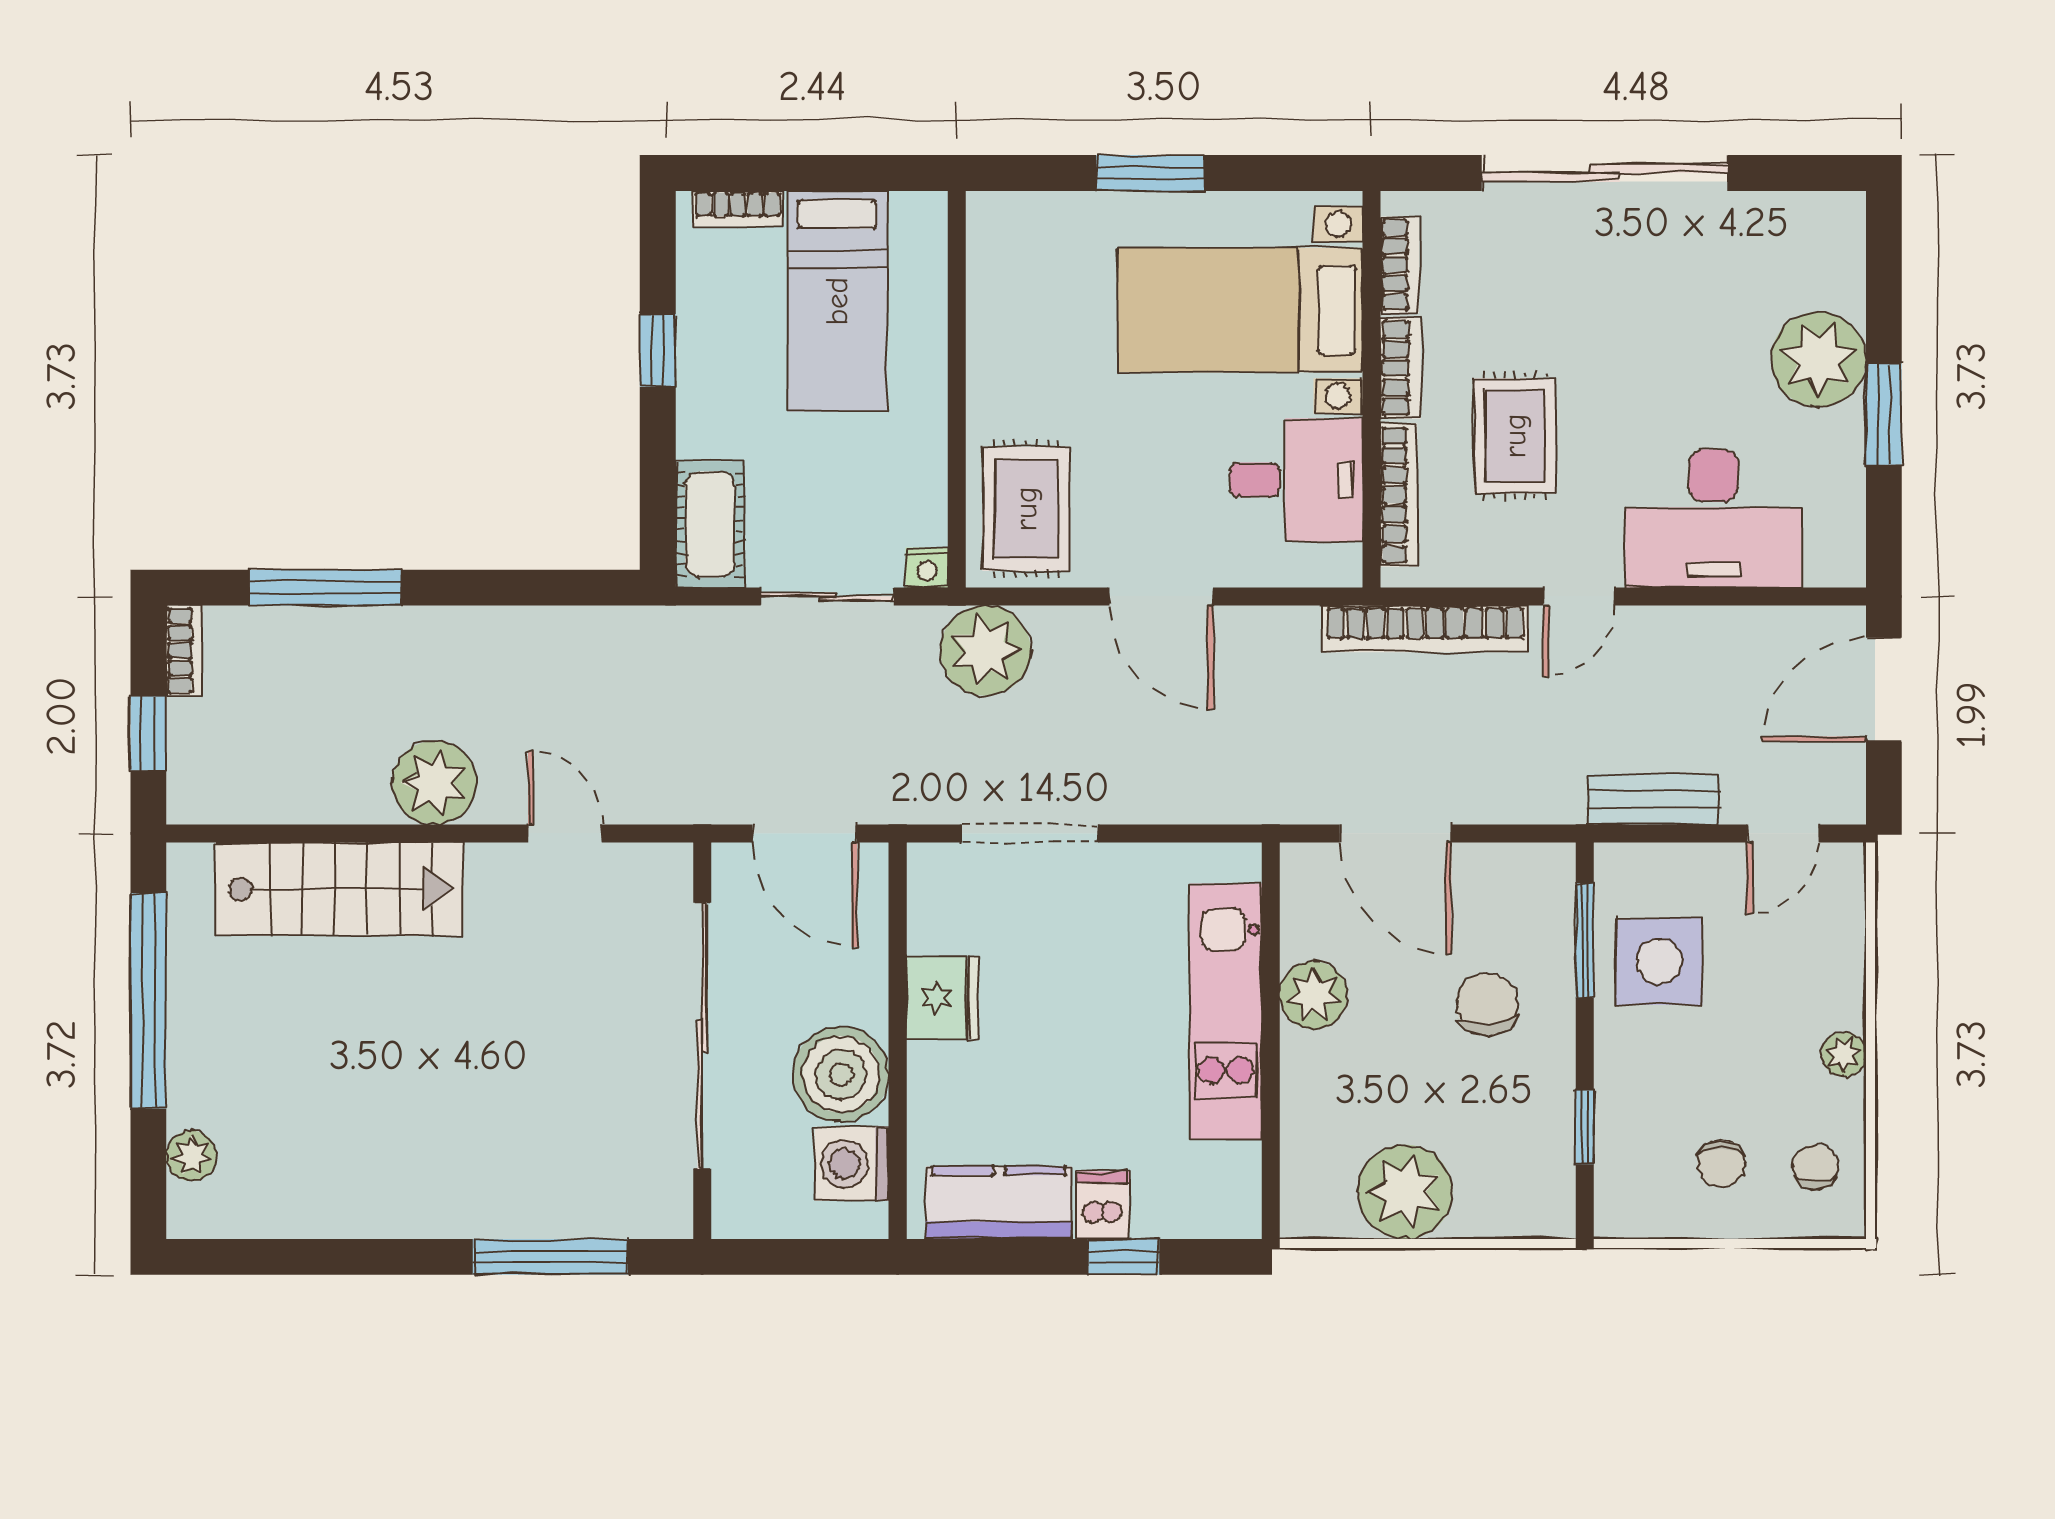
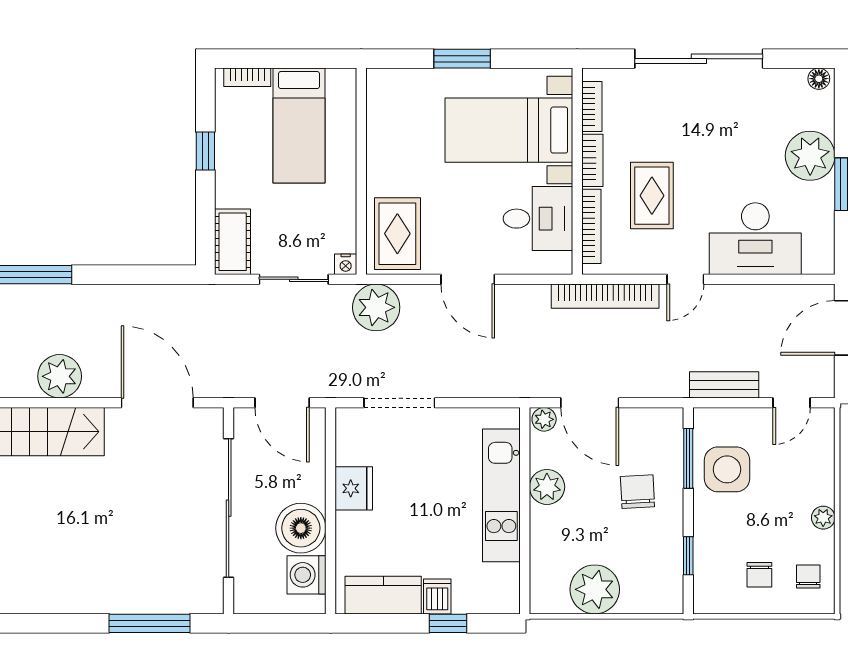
floor lamp: (1835, 211) -> (819, 79), added
plant: (434, 783) -> (60, 376), moved
door: (565, 833) -> (157, 403), width x1.87
plant: (1308, 865) -> (544, 419), added

